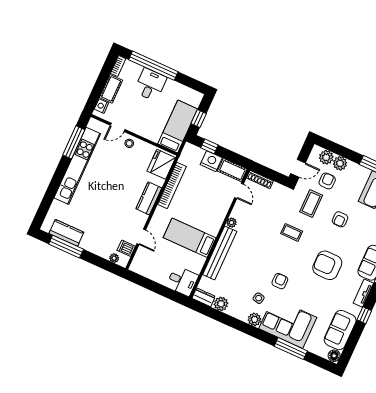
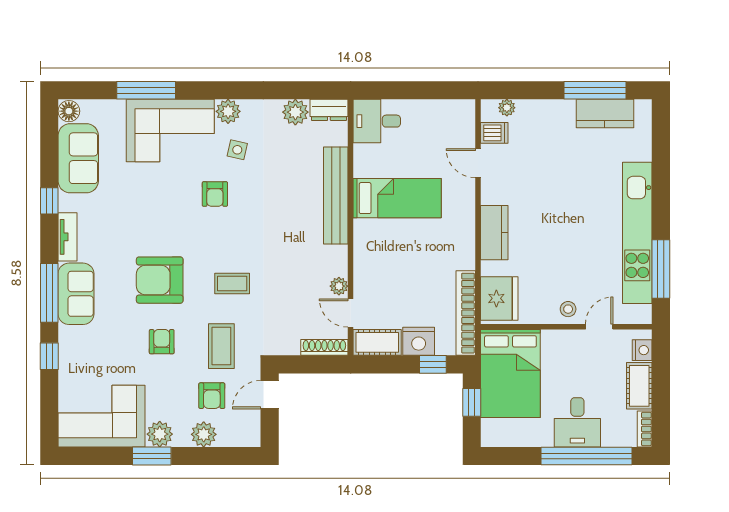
bed: (178, 126) -> (510, 374), width x1.50
plant: (326, 157) -> (160, 434), moved
bookcase: (172, 185) -> (466, 313), moved
plant: (232, 223) -> (339, 286), moved
armchair: (327, 265) -> (160, 280), moved, turned 180

